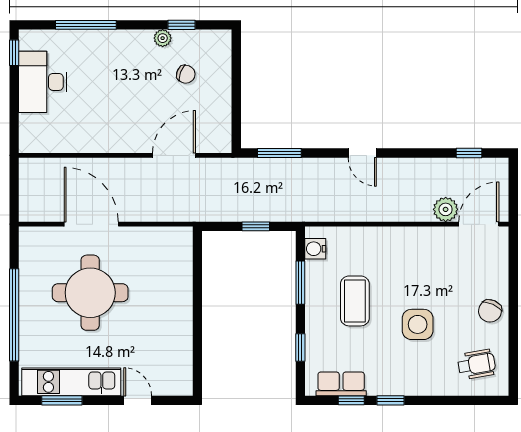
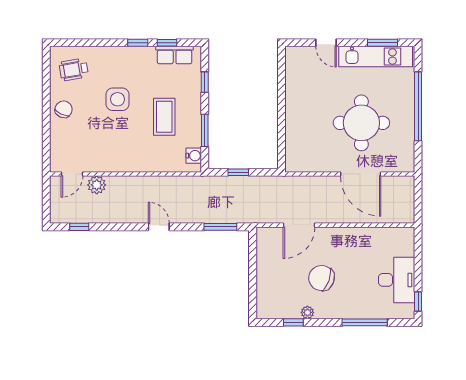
chair: (186, 74) -> (322, 278), moved, width x1.87, depth x1.87
door: (479, 224) -> (72, 174), width x0.73

